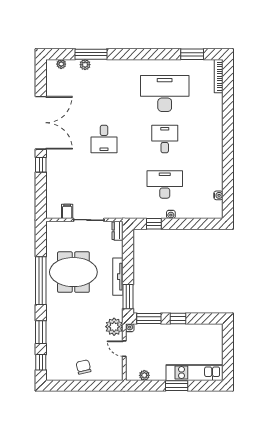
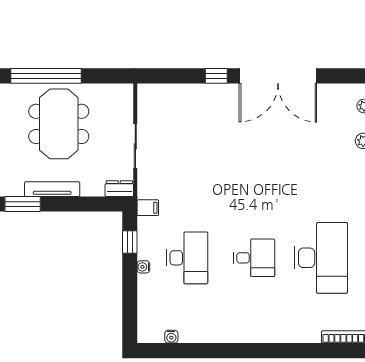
desk: (104, 139) -> (254, 169), removed
filing cabinet: (67, 211) -> (148, 208), moved

